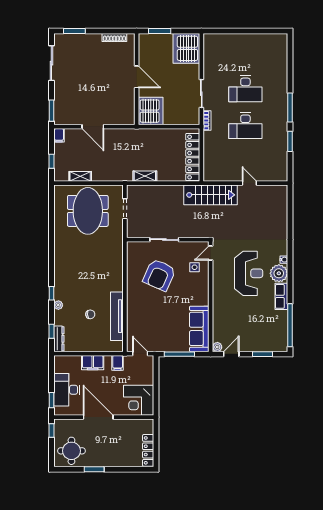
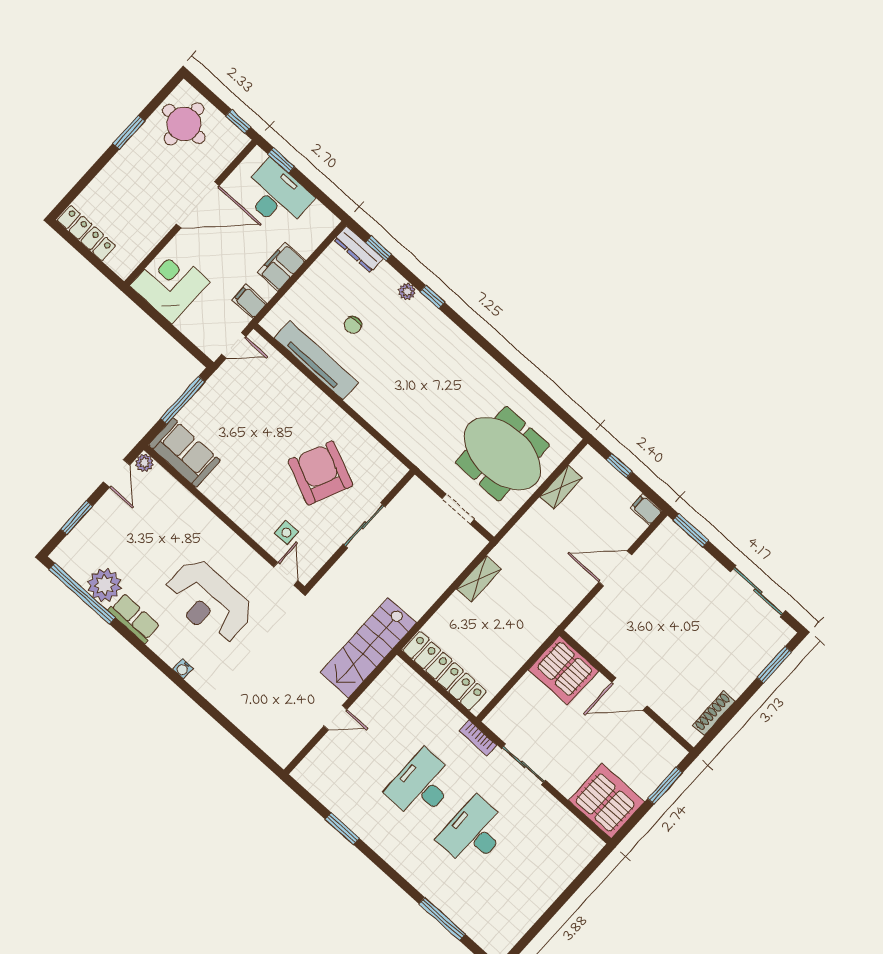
window: (290, 107) -> (442, 919), moved
plant: (279, 273) -> (105, 585), moved
sofa: (199, 329) -> (184, 453), width x0.73

